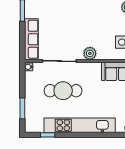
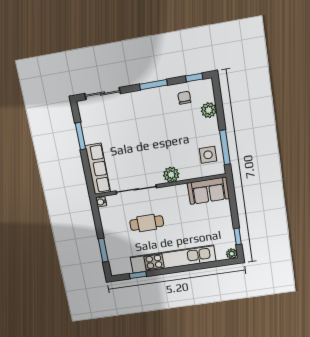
cafe table: (63, 91) -> (147, 223), width x0.73, depth x0.74

